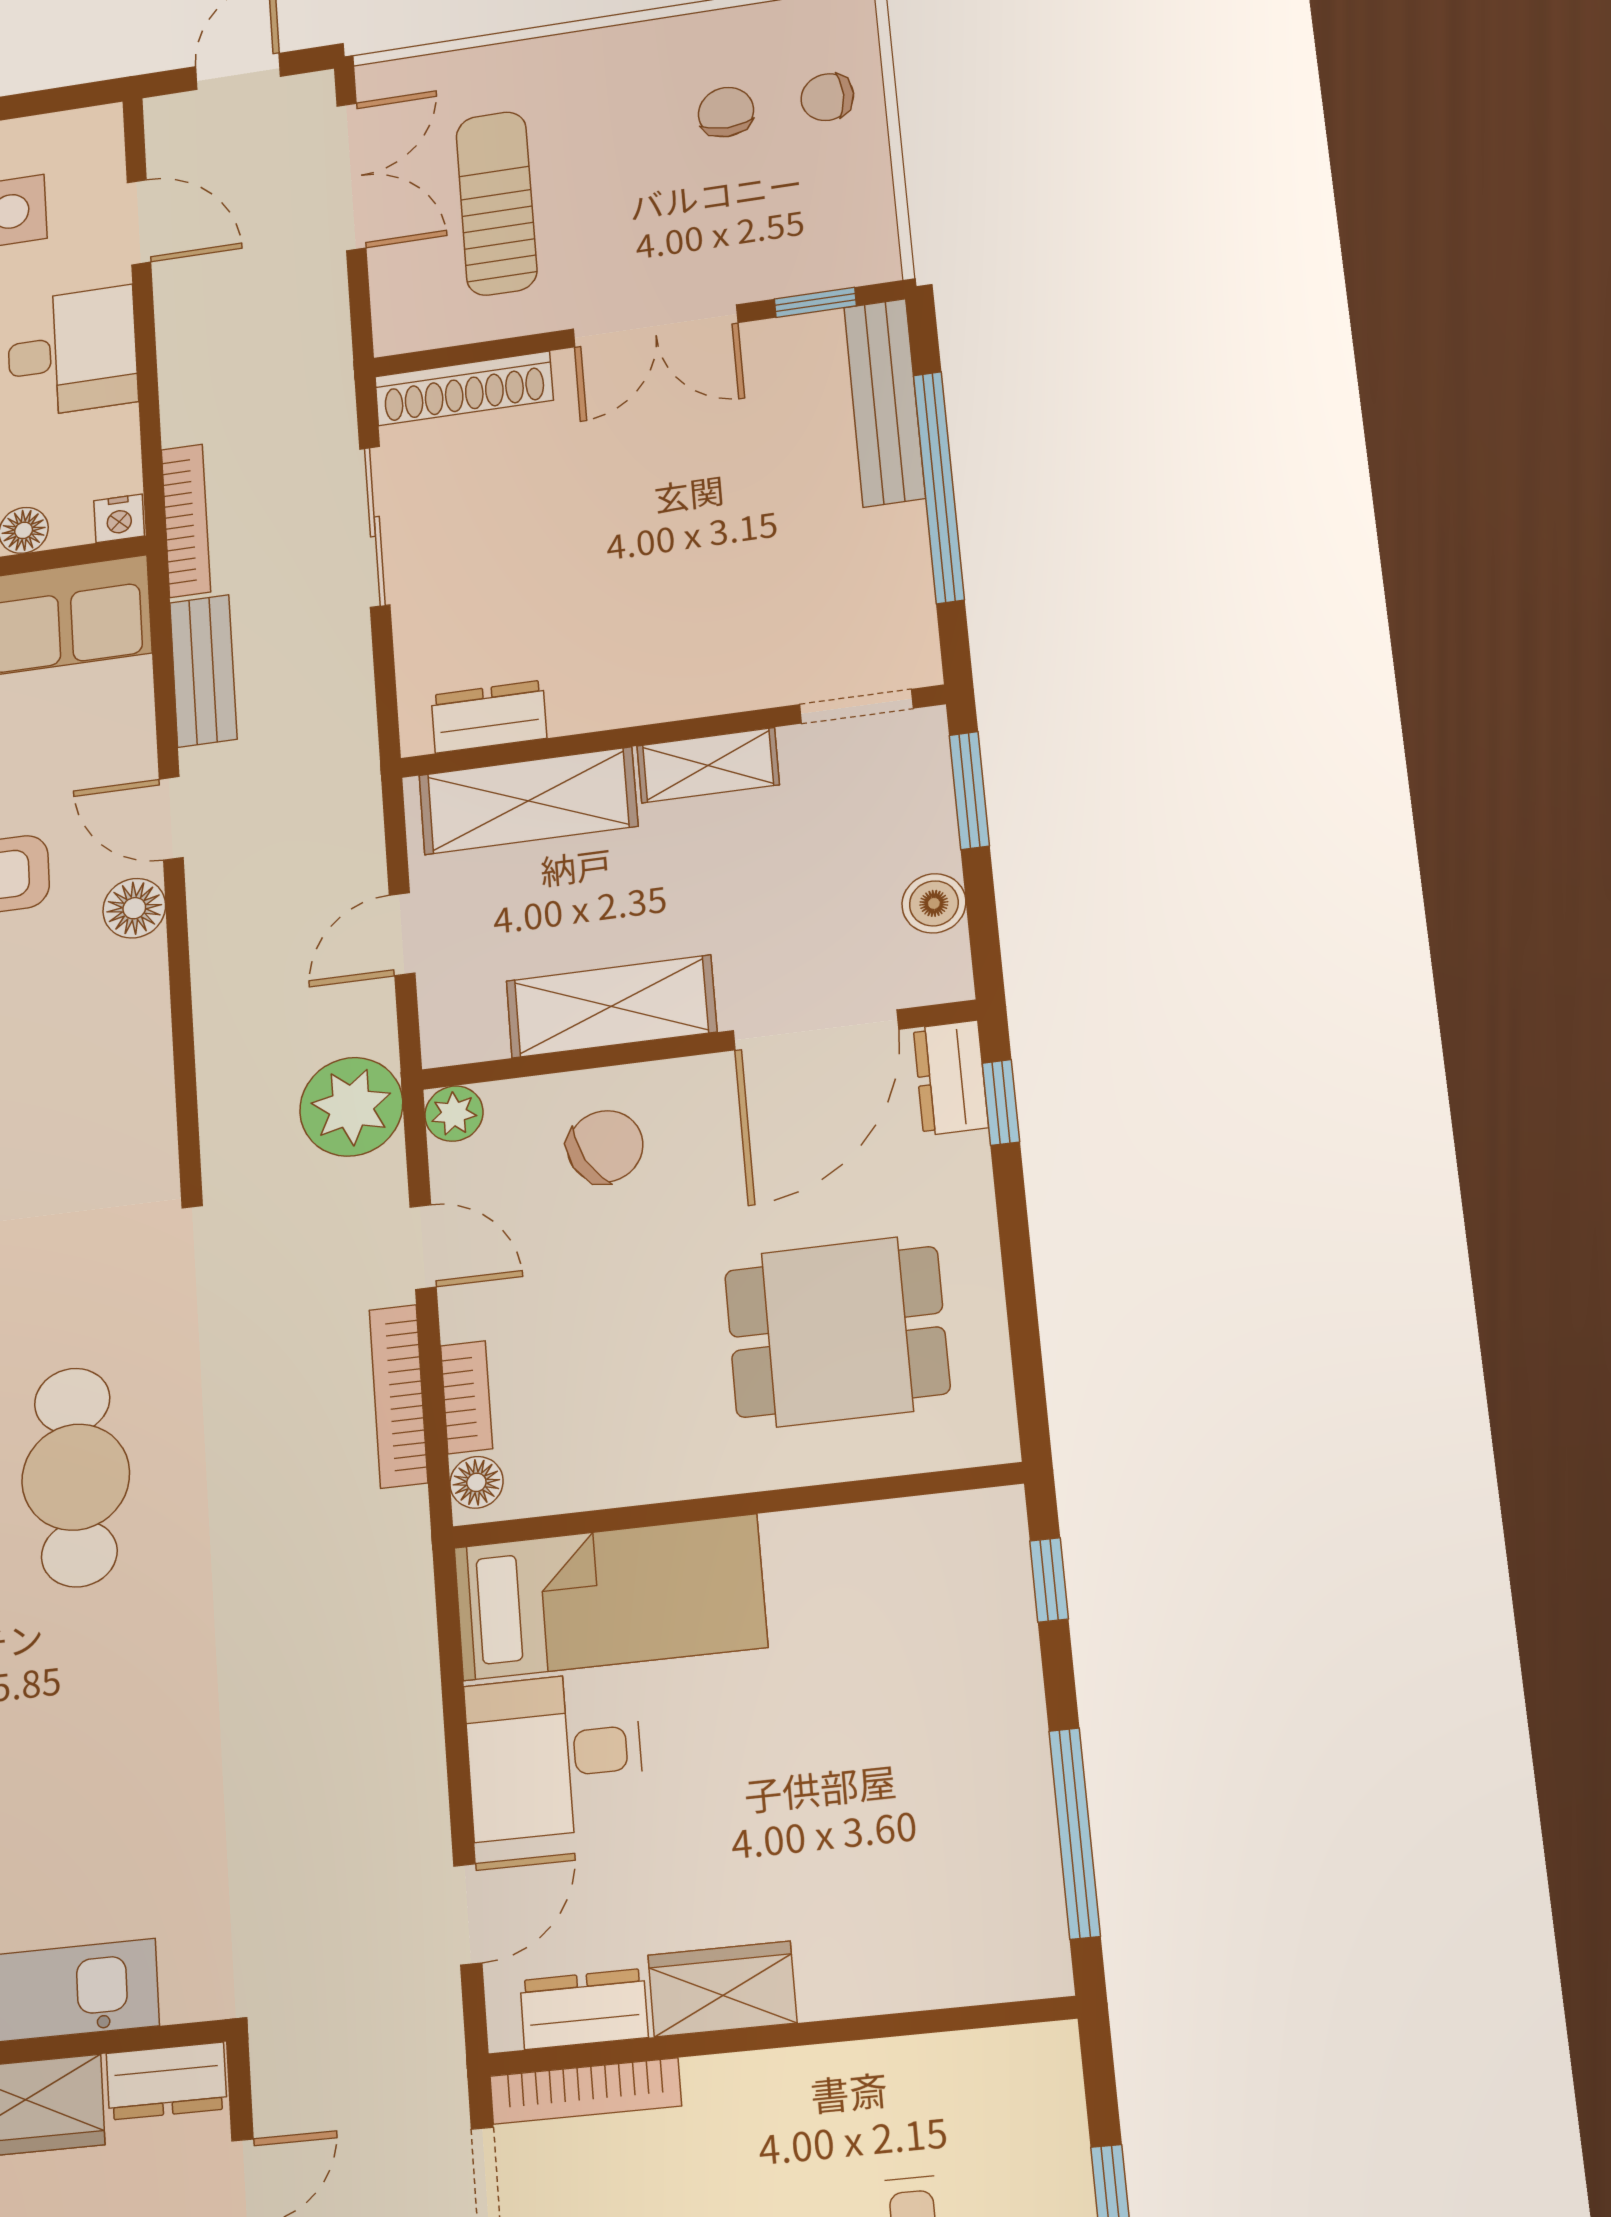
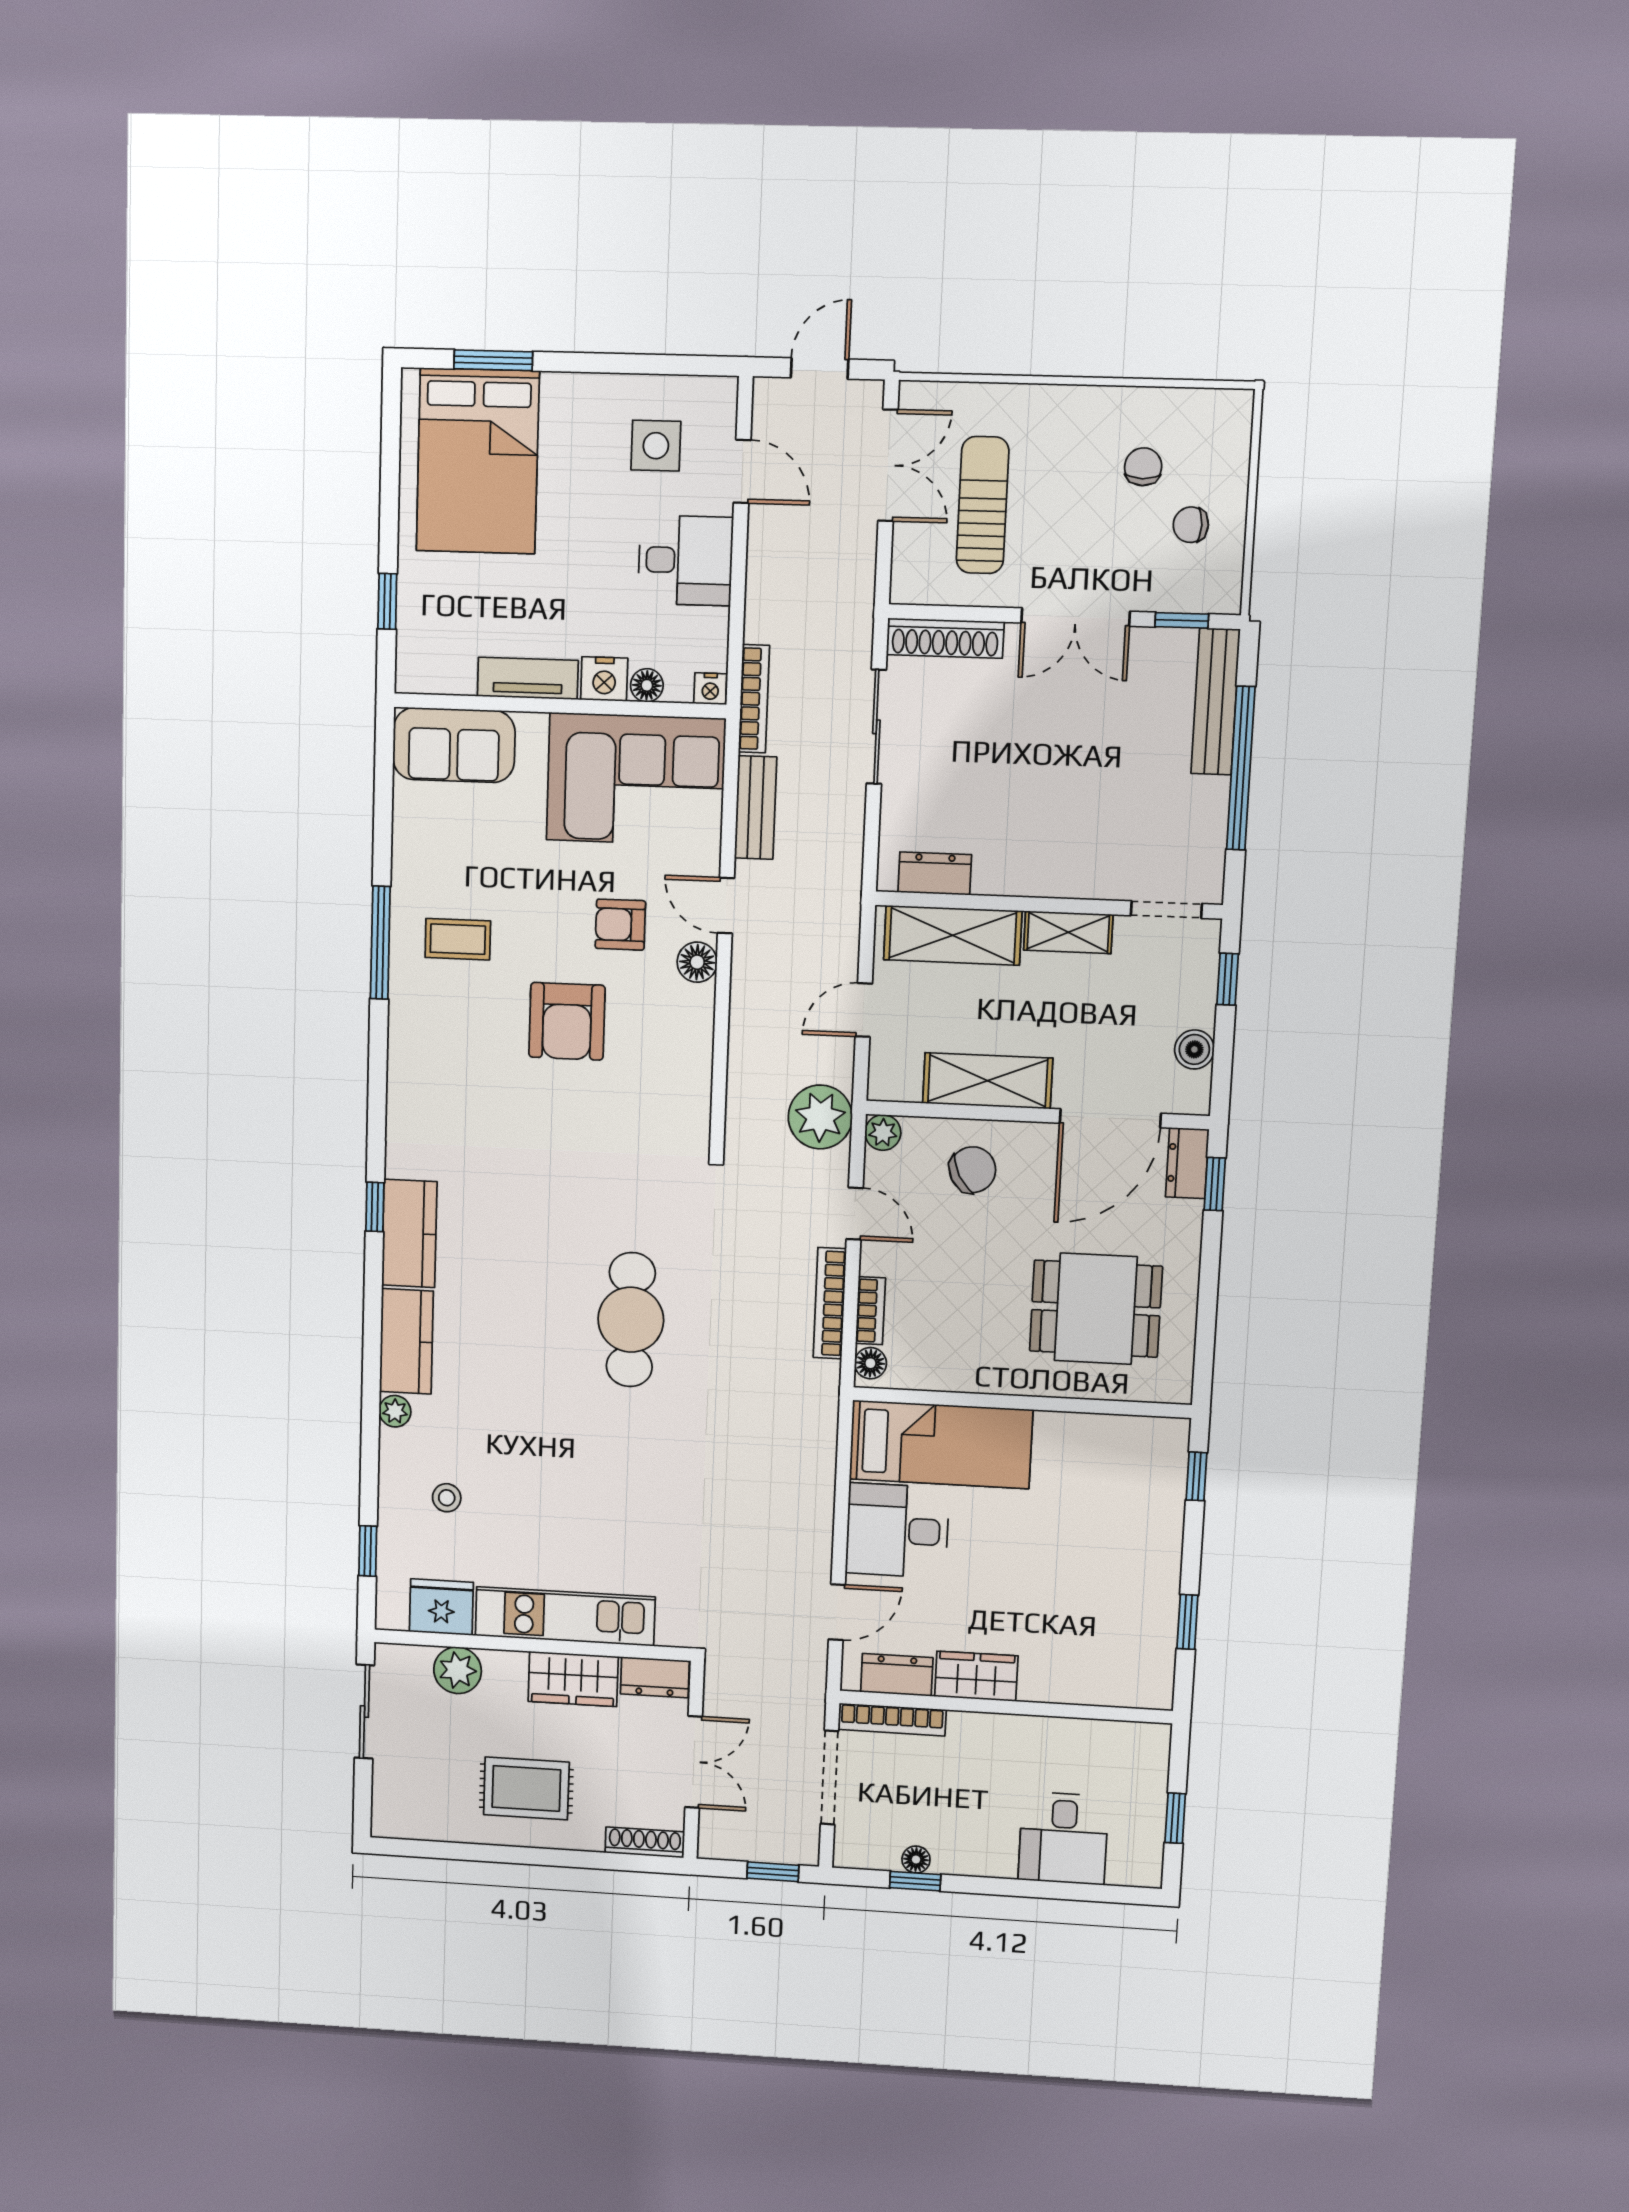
chair: (827, 97) -> (1191, 525), moved
window: (969, 791) -> (1228, 979), width x0.67
window: (1075, 1833) -> (1187, 1622), width x0.46

